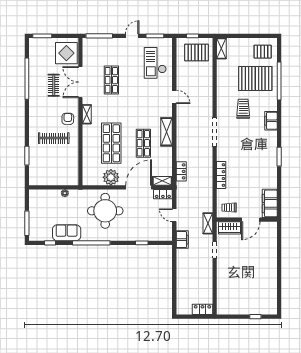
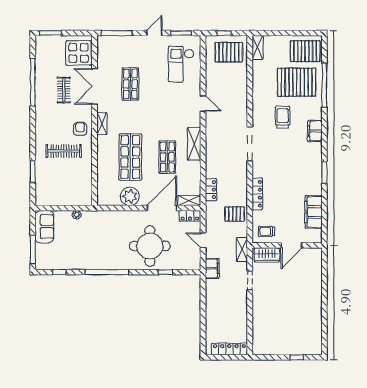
pallet: (263, 52) -> (305, 51), width x1.50, depth x1.42
pallet: (202, 193) -> (235, 214), added
filing cabinet: (270, 203) -> (313, 212), moved
round table: (105, 211) -> (150, 246), moved
sofa: (67, 233) -> (44, 227), moved, turned 90
locker: (202, 309) -> (229, 349), width x1.53

